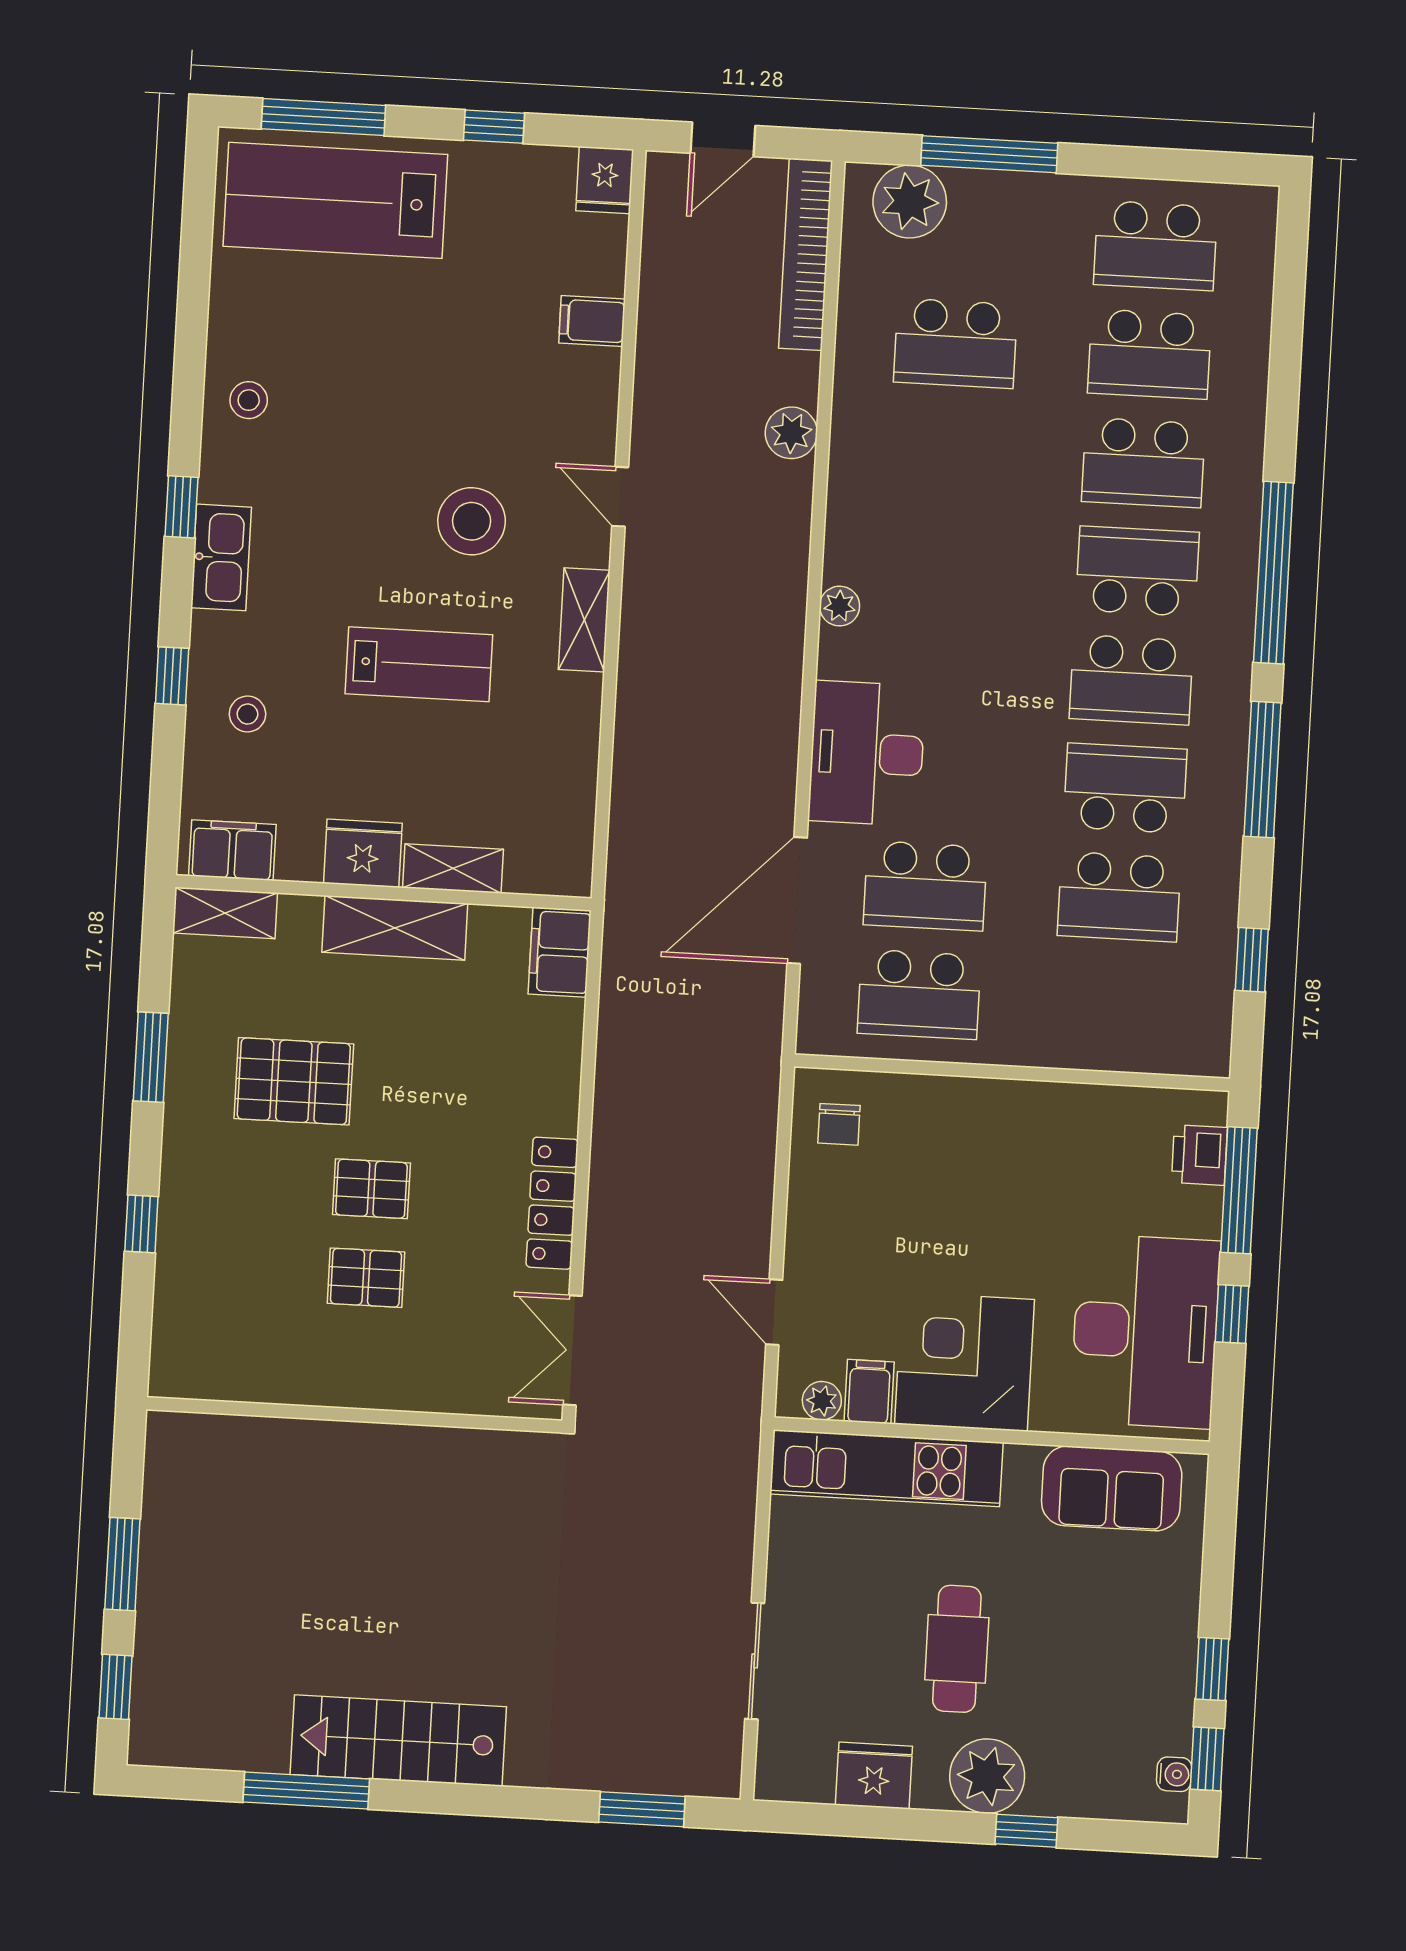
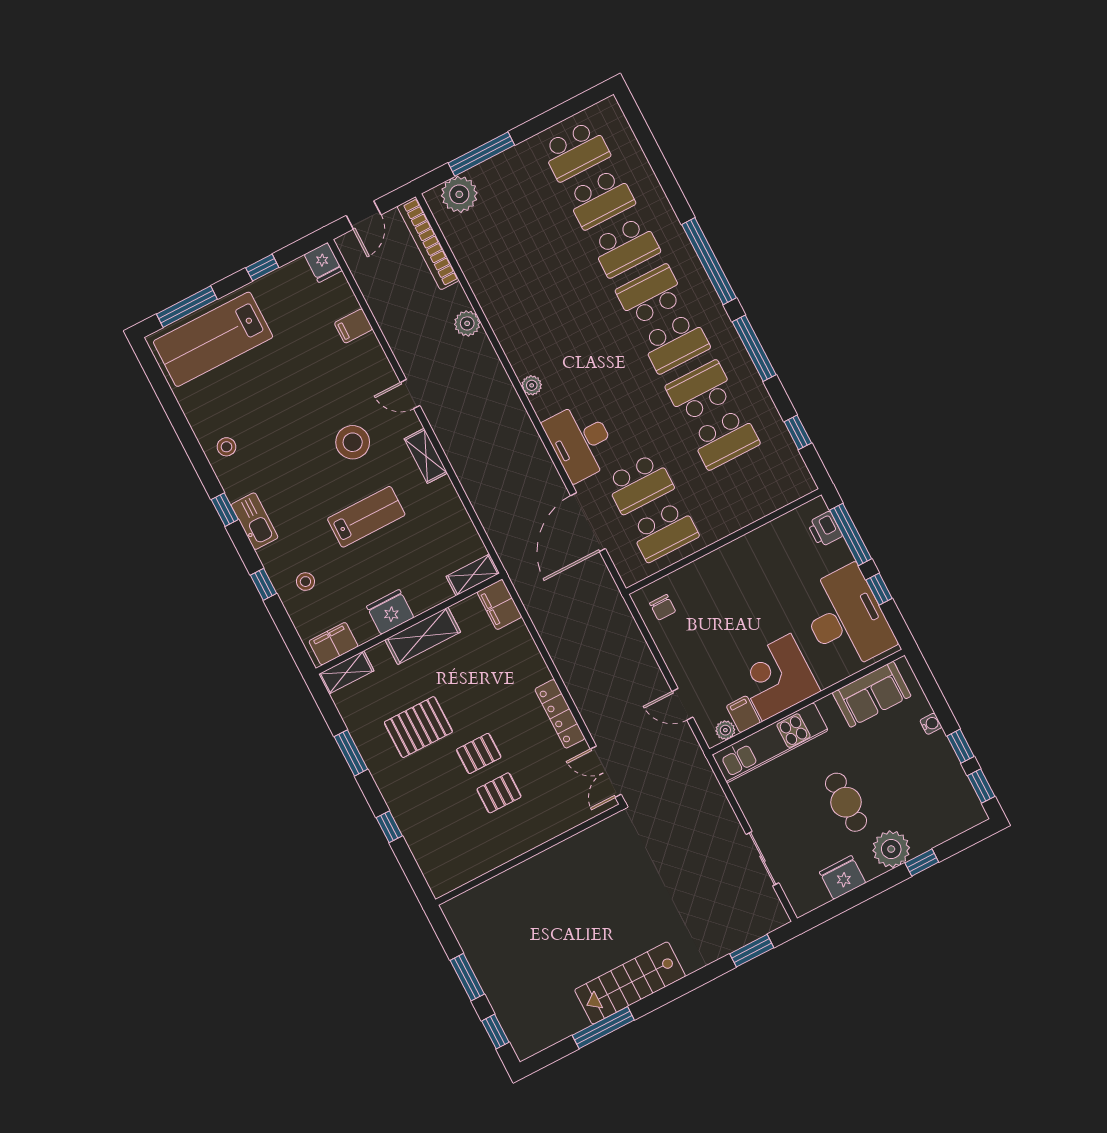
school desk: (956, 343) -> (515, 243), removed
shelving: (453, 868) -> (473, 575), moved
water cooler: (1174, 1774) -> (931, 724), moved

